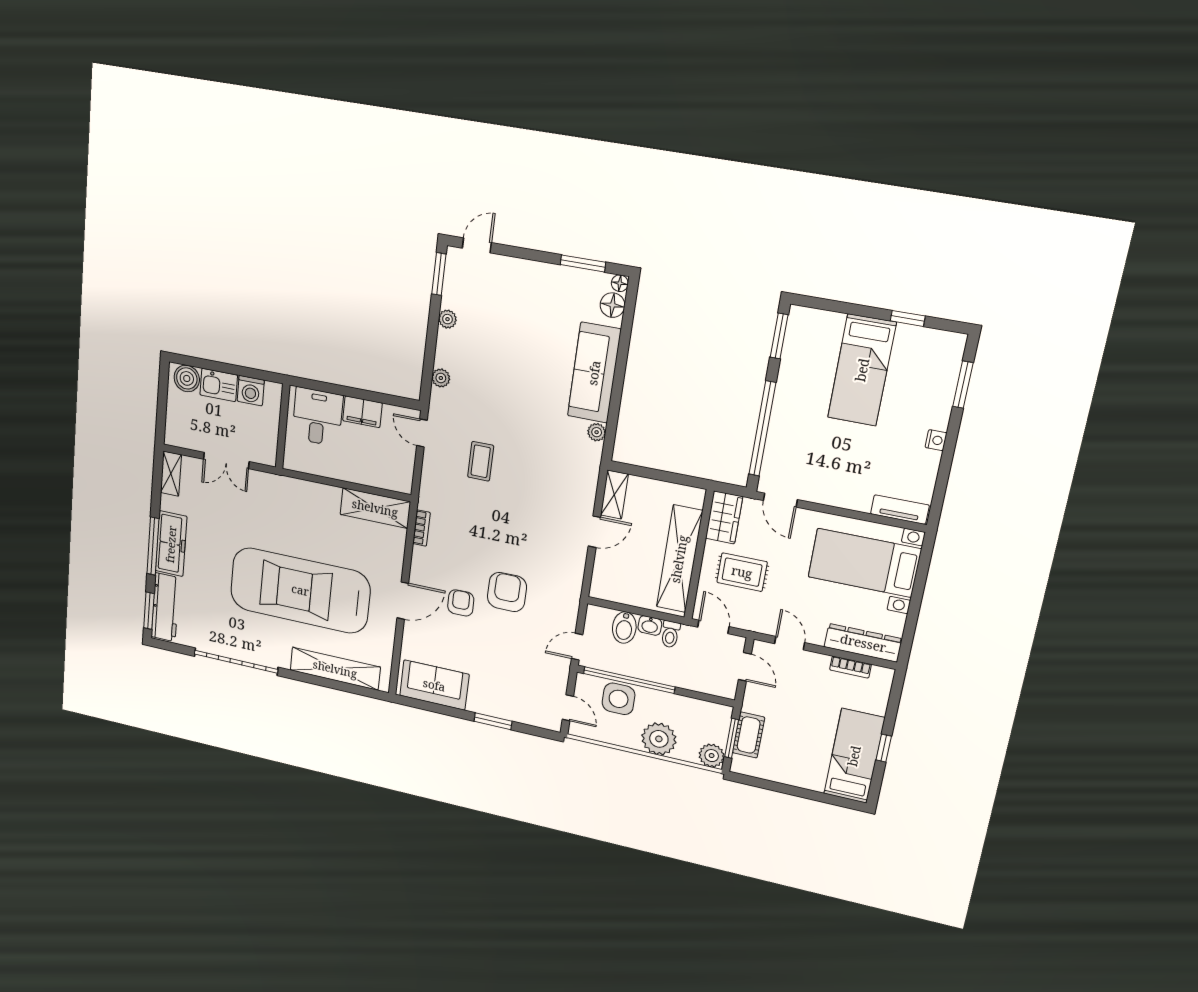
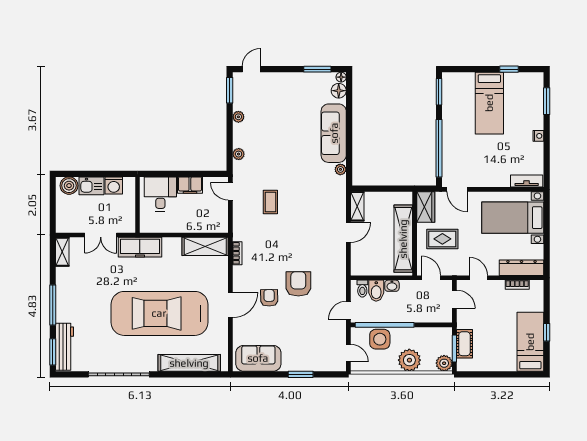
freezer: (171, 544) -> (140, 247), moved, turned 90
toilet: (670, 634) -> (362, 289), moved

